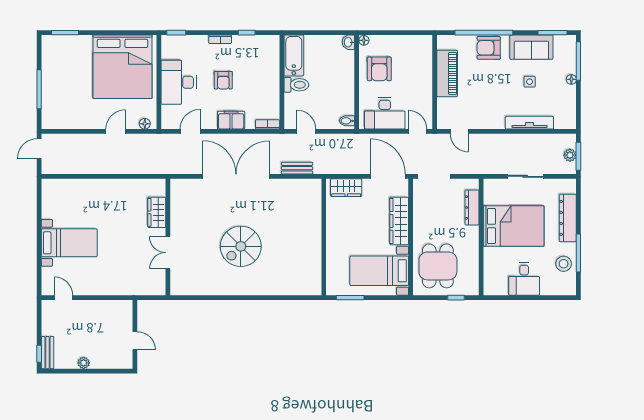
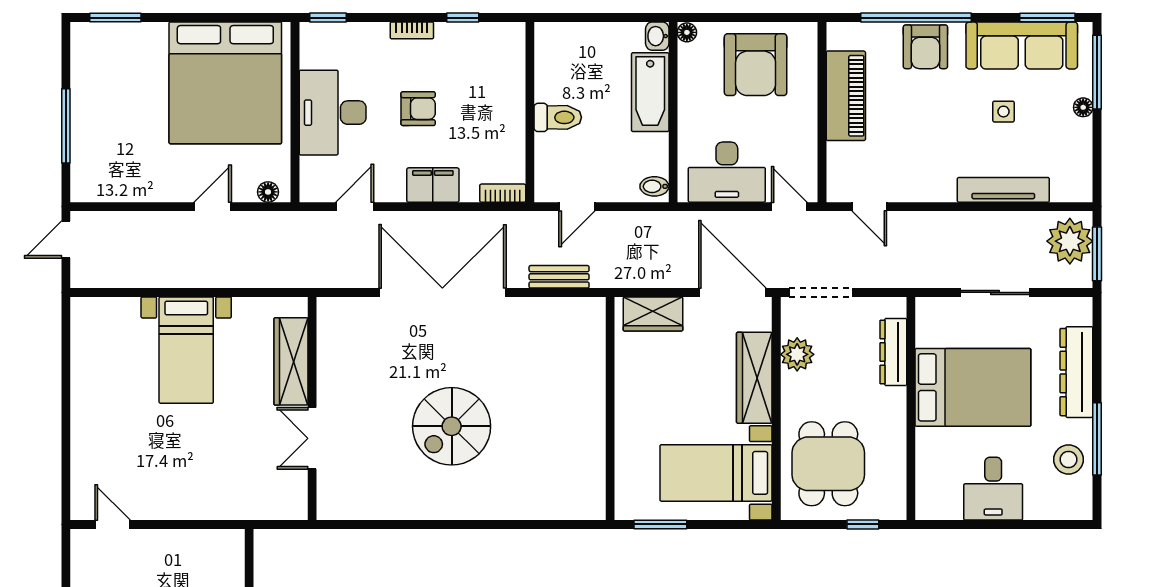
sofa: (531, 47) -> (1022, 45), width x1.36
armchair: (489, 48) -> (925, 47), turned -90
bathtub: (294, 55) -> (650, 92), moved, turned 180
armchair: (379, 69) -> (756, 65), moved, width x1.36, depth x1.36
armchair: (223, 80) -> (418, 109), turned -90
door: (306, 131) -> (577, 207), swing flipped
plant: (570, 155) -> (1070, 241), width x1.88, depth x1.88
plant: (422, 209) -> (797, 354), added
wardrobe: (157, 212) -> (291, 361), width x1.50
bed with nightstands: (69, 243) -> (186, 350), moved, turned 90

